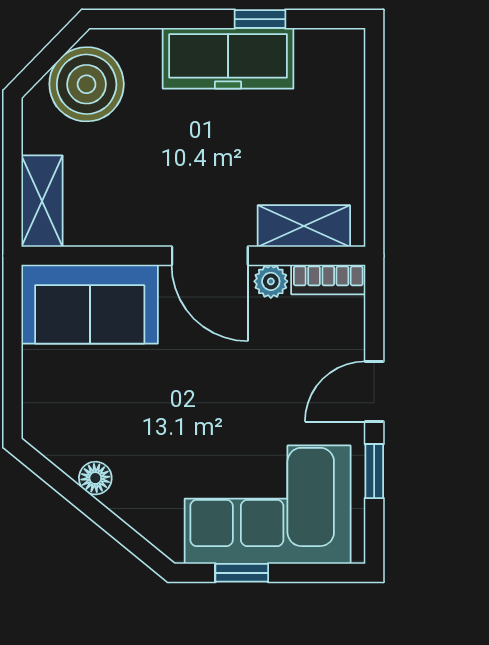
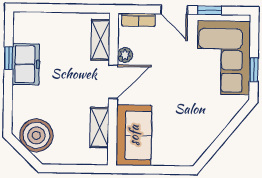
freezer: (228, 58) -> (26, 64), width x0.71
shelving: (42, 201) -> (99, 128), moved, turned 90
bookcase: (328, 279) -> (138, 20), moved, turned 90
floor lamp: (95, 478) -> (211, 134), removed

